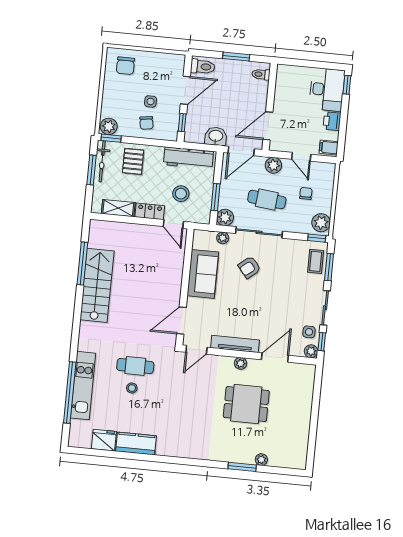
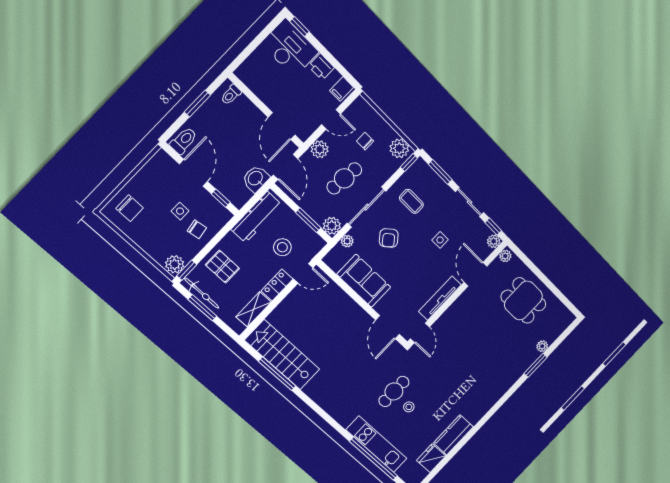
coffee table: (316, 261) -> (411, 201), moved
stairs: (97, 285) -> (282, 355), moved
side table: (309, 332) -> (440, 240), moved
plant: (241, 363) -> (505, 256), moved
dining table: (246, 404) -> (523, 300), moved, turned 90

